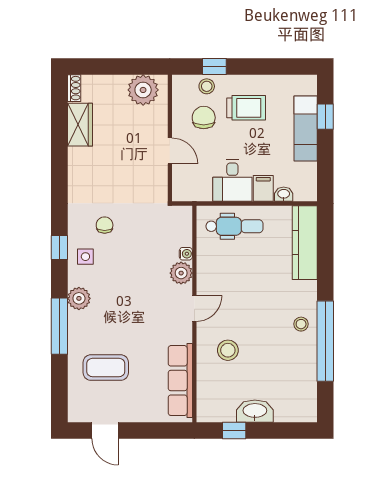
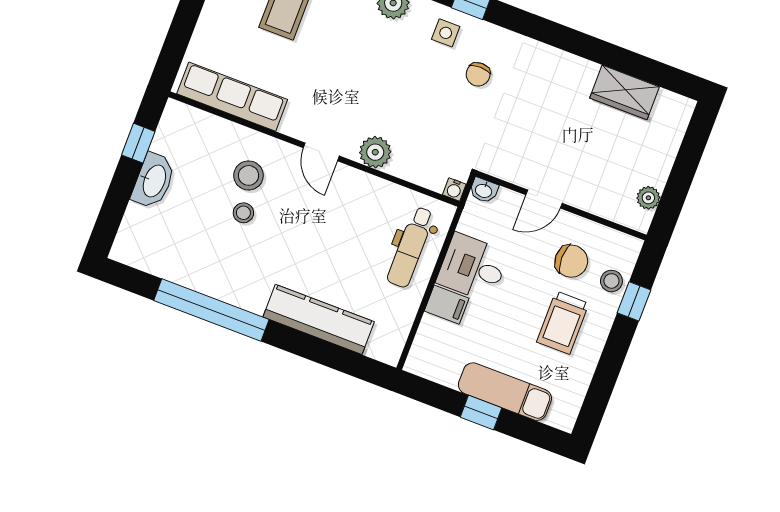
shoe rack: (74, 88) -> (676, 103), removed
plant: (143, 90) -> (648, 198), width x0.53, depth x0.53
window: (325, 117) -> (481, 412), moved
washbasin: (284, 194) -> (484, 190), moved, turned 90
chair: (105, 225) -> (478, 74), turned 90
kitchen counter: (305, 243) -> (319, 319), moved
water cooler: (186, 254) -> (454, 189), moved
stool: (301, 324) -> (243, 213), moved

